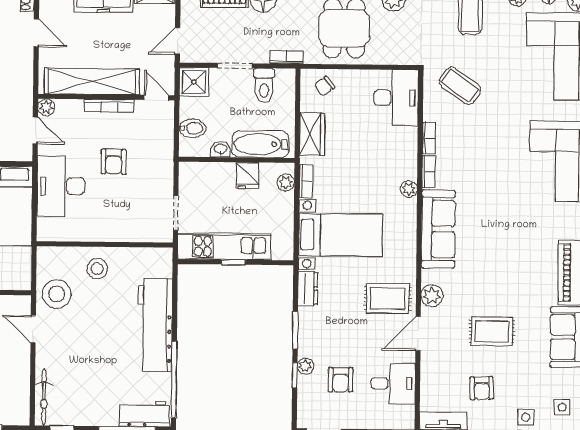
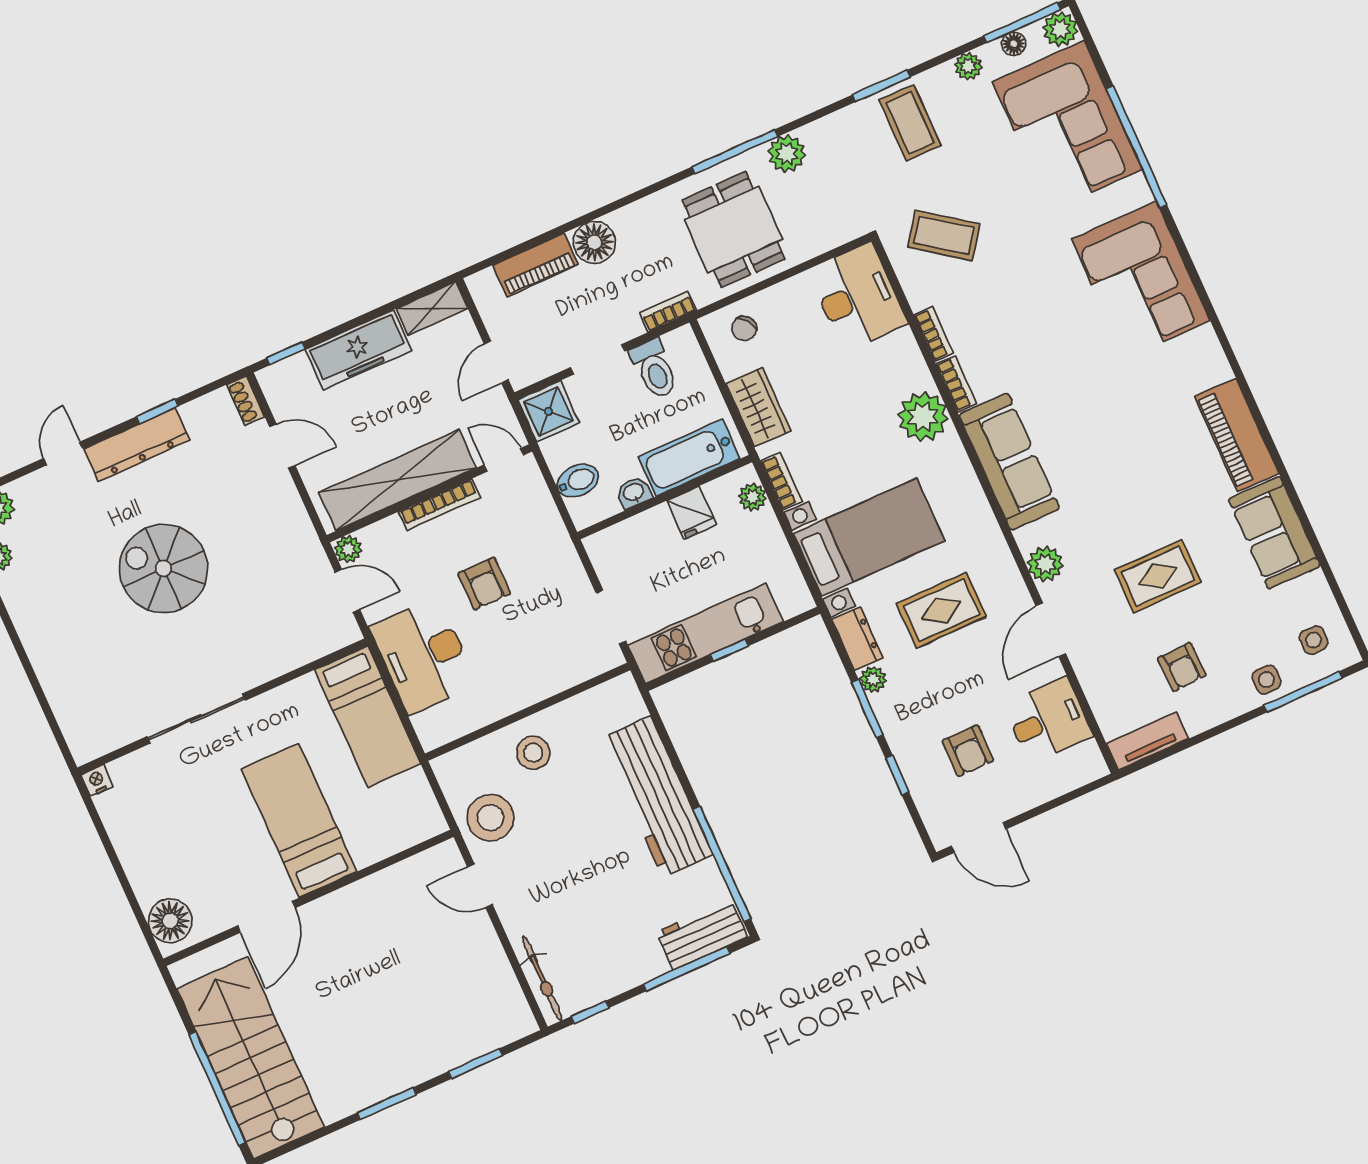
plant: (409, 189) -> (923, 417), width x1.88, depth x1.88
rug: (388, 298) -> (941, 610), moved
plant: (305, 366) -> (873, 679), moved

